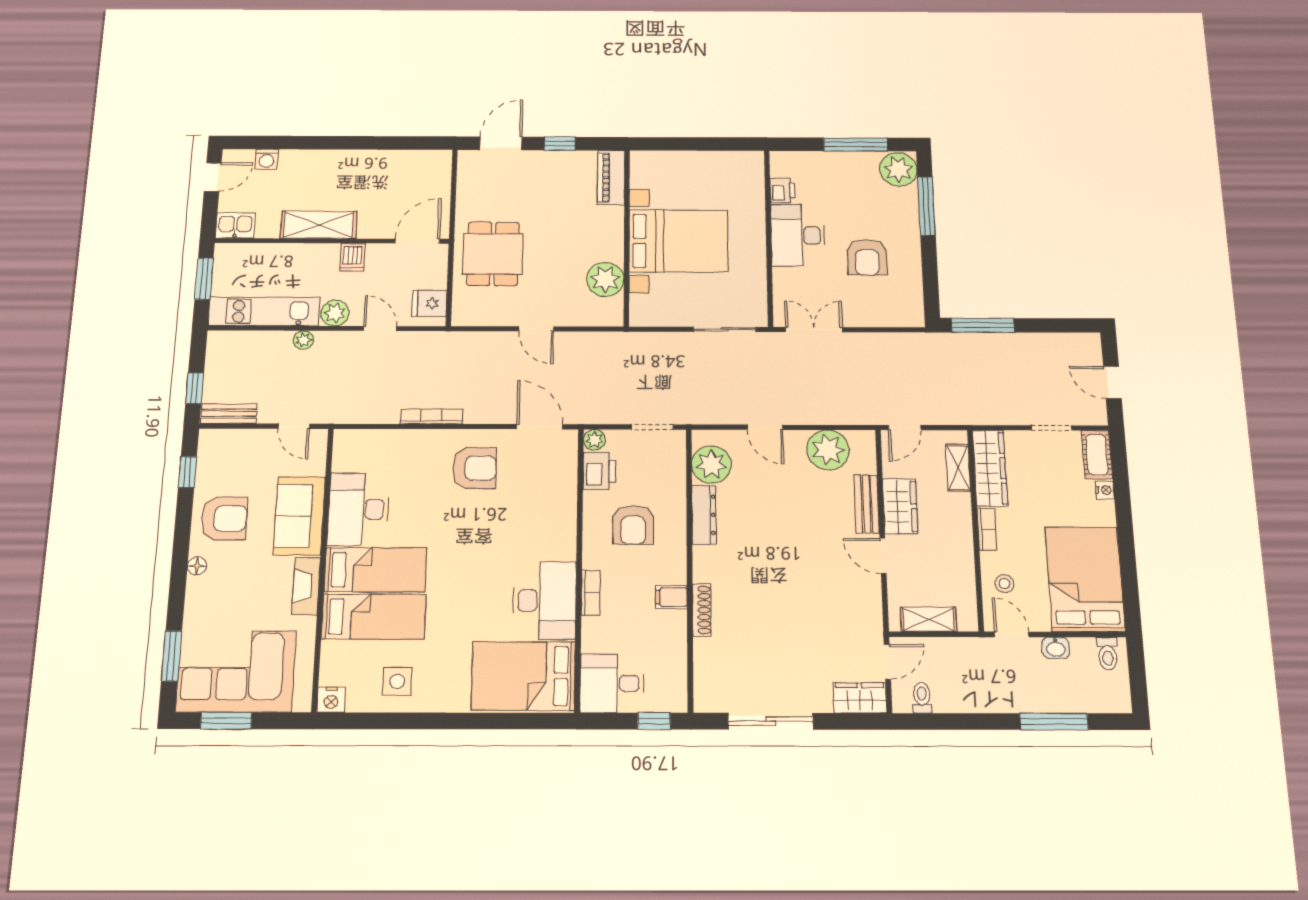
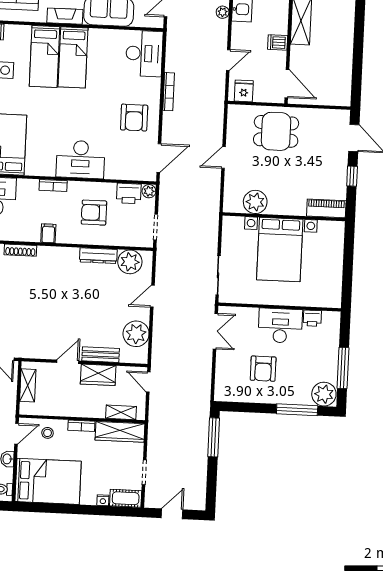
armchair: (867, 257) -> (263, 369), turned -90
plant: (335, 313) -> (240, 32), removed
desk: (358, 509) -> (144, 53), moved, turned 90
desk: (545, 600) -> (80, 159), moved
shoe rack: (702, 610) -> (20, 250), moved

